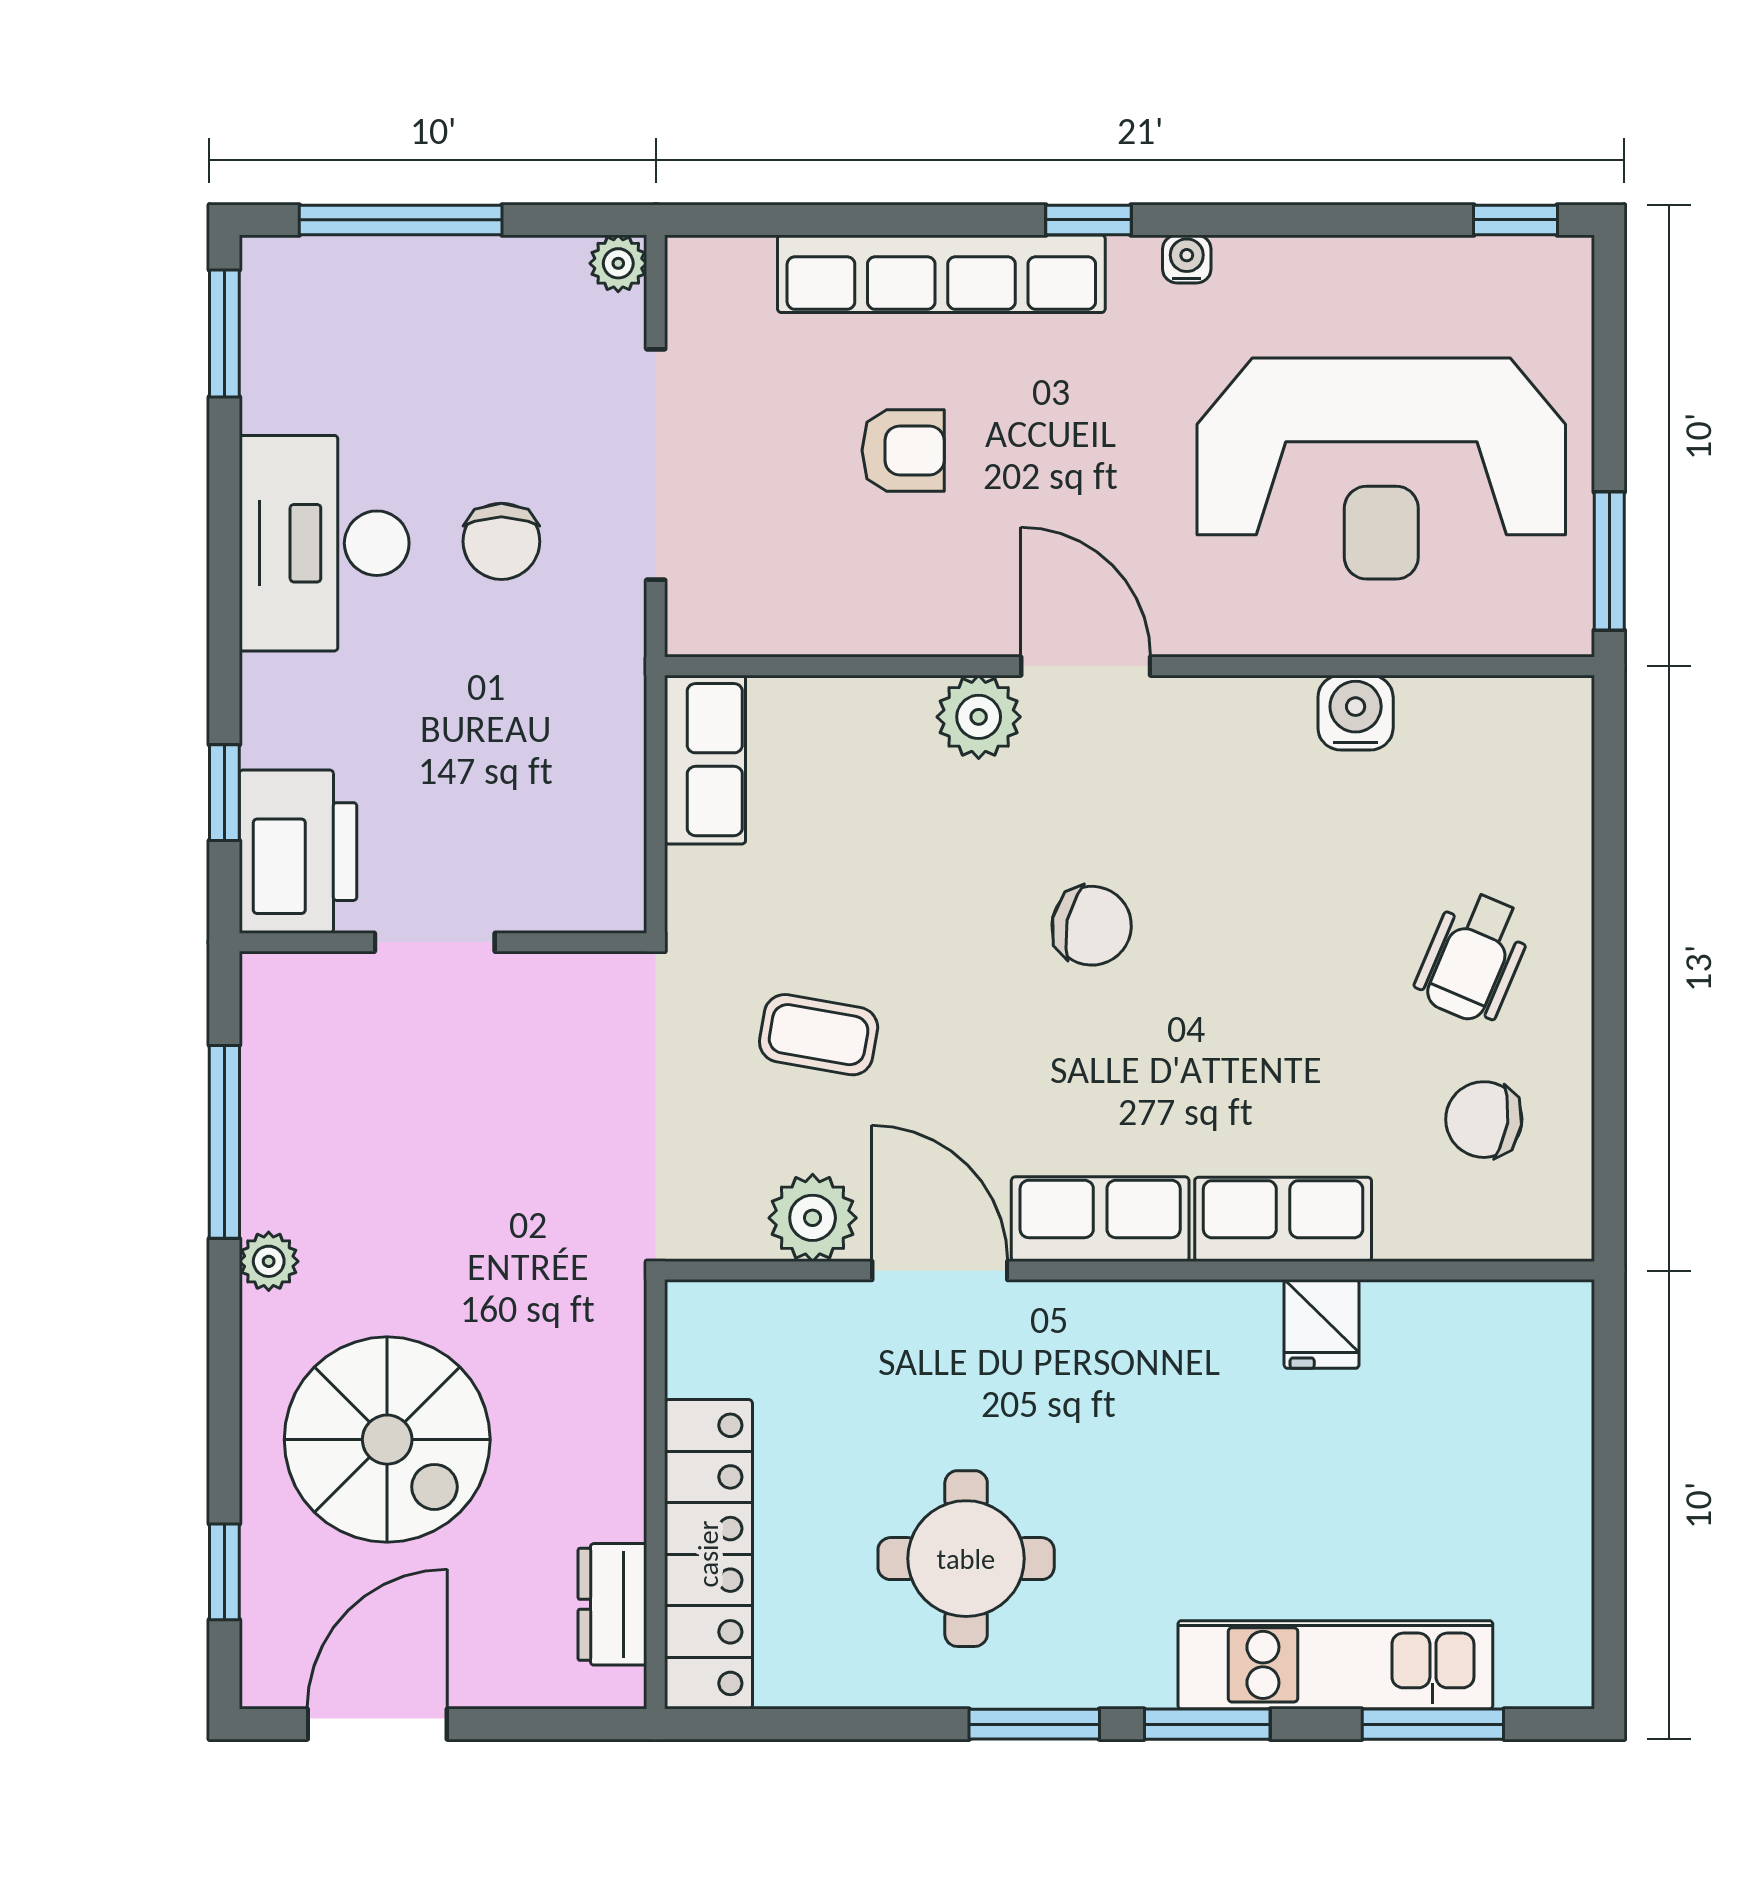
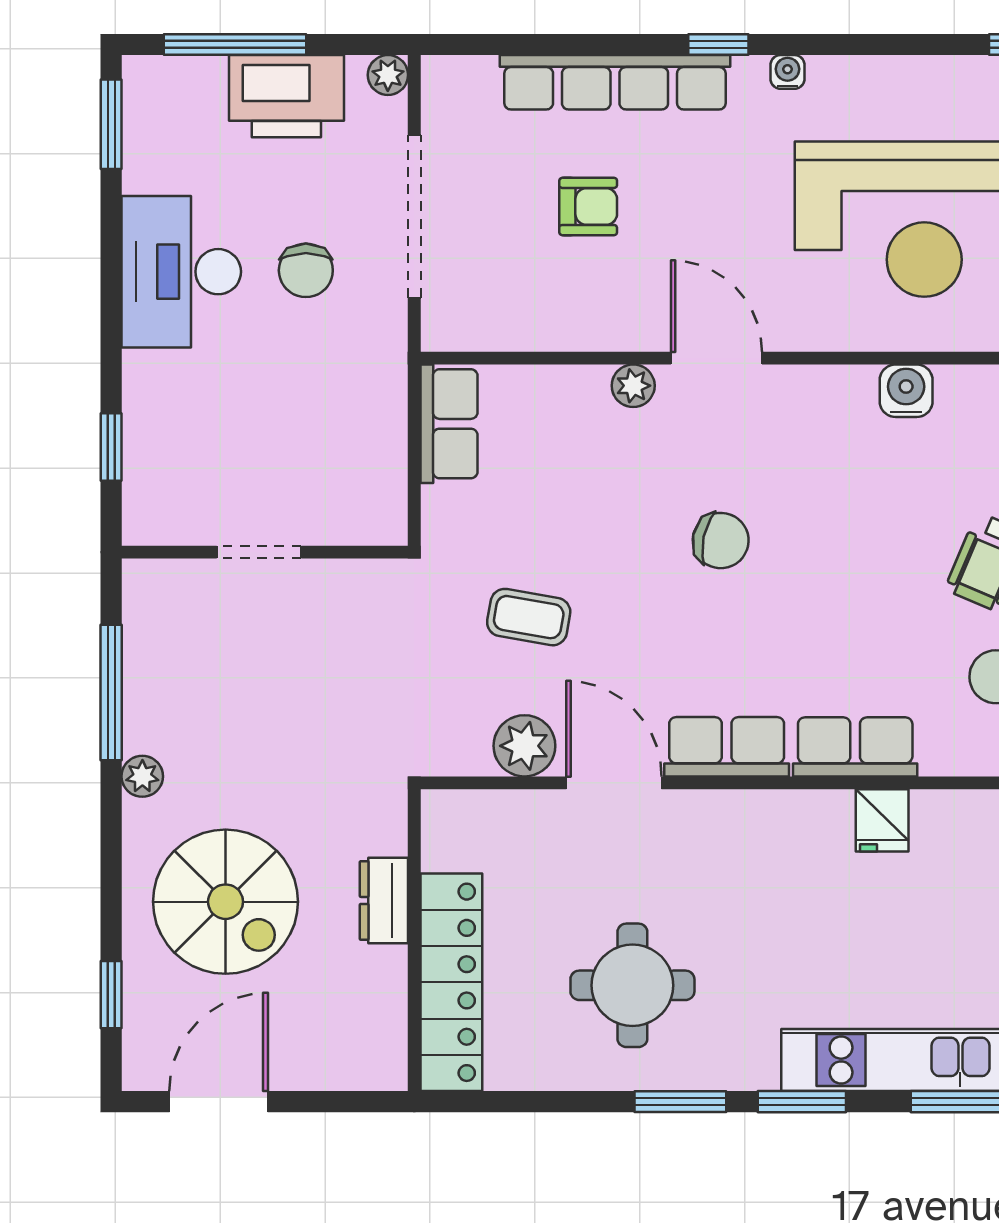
plant: (979, 717) -> (633, 386), width x0.73, depth x0.73
printer: (298, 852) -> (286, 96), moved, turned 90
dresser: (612, 1604) -> (384, 900), moved

